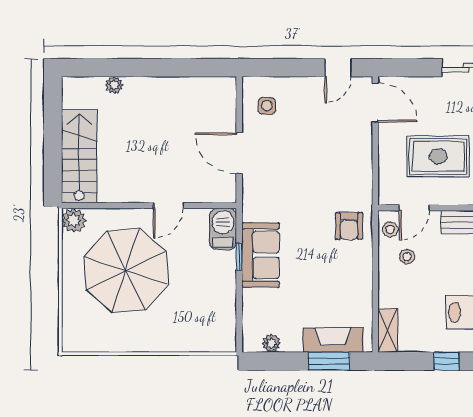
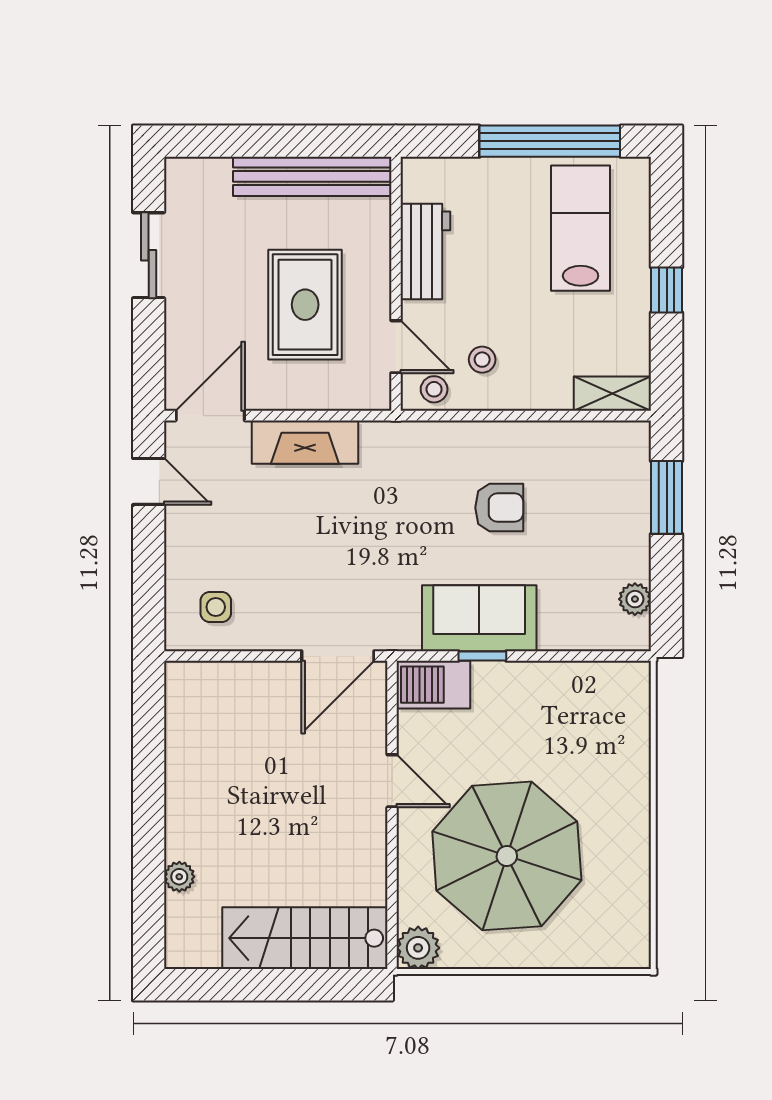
door: (239, 153) -> (338, 656), moved
armchair: (349, 226) -> (499, 508), moved
fireplace: (333, 340) -> (305, 442), moved, turned -90

